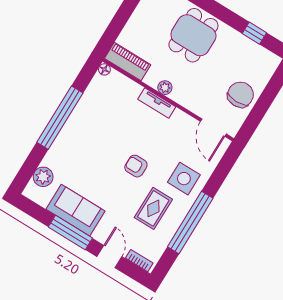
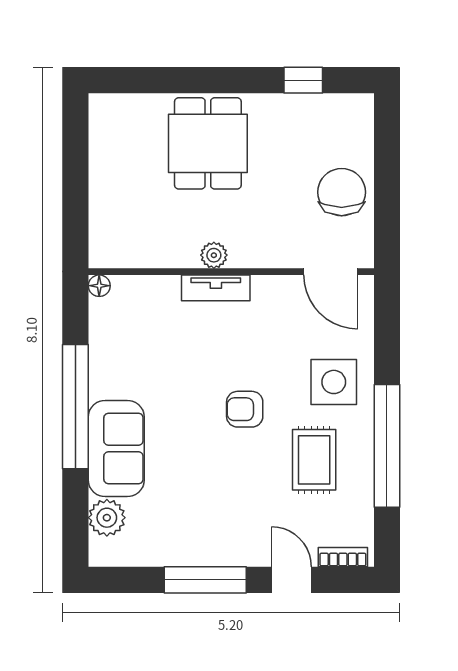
piano: (128, 62) -> (129, 250), removed
sofa: (76, 210) -> (116, 448), moved, turned 90

